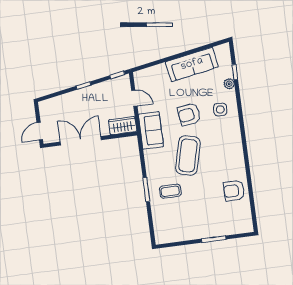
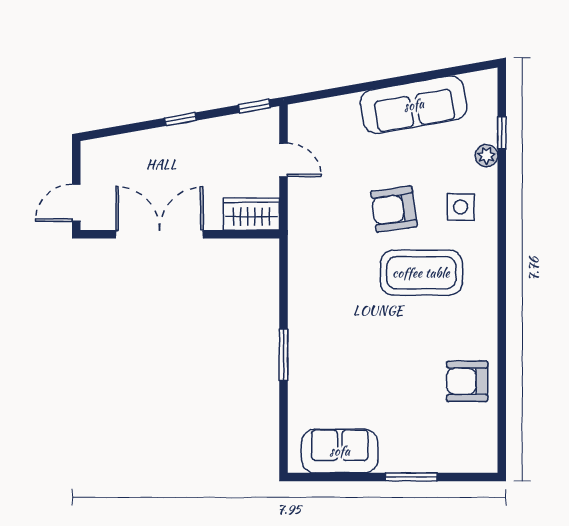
sofa: (151, 130) -> (340, 451), moved, turned -90
coffee table: (188, 155) -> (421, 273), moved, turned 76
coffee table: (170, 191) -> (333, 365), removed

